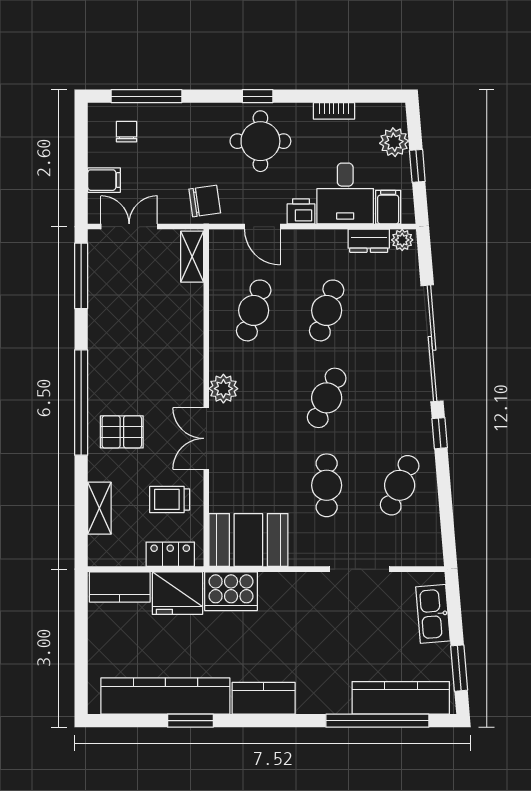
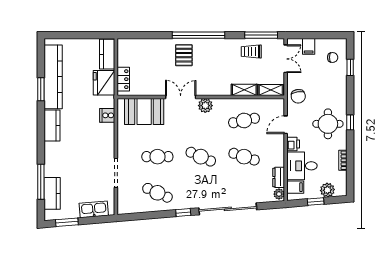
window: (146, 96) -> (350, 67), width x0.46
cafe table: (254, 310) -> (244, 120), turned -30
trolley: (170, 499) -> (251, 52), moved, turned -90
shelving: (99, 508) -> (244, 90), moved
booth: (248, 540) -> (144, 111), moved, turned 90
cooker: (231, 591) -> (107, 115), width x0.53, depth x0.76
kitchen counter: (401, 698) -> (52, 193), width x0.67
window: (377, 721) -> (41, 182), width x0.68

